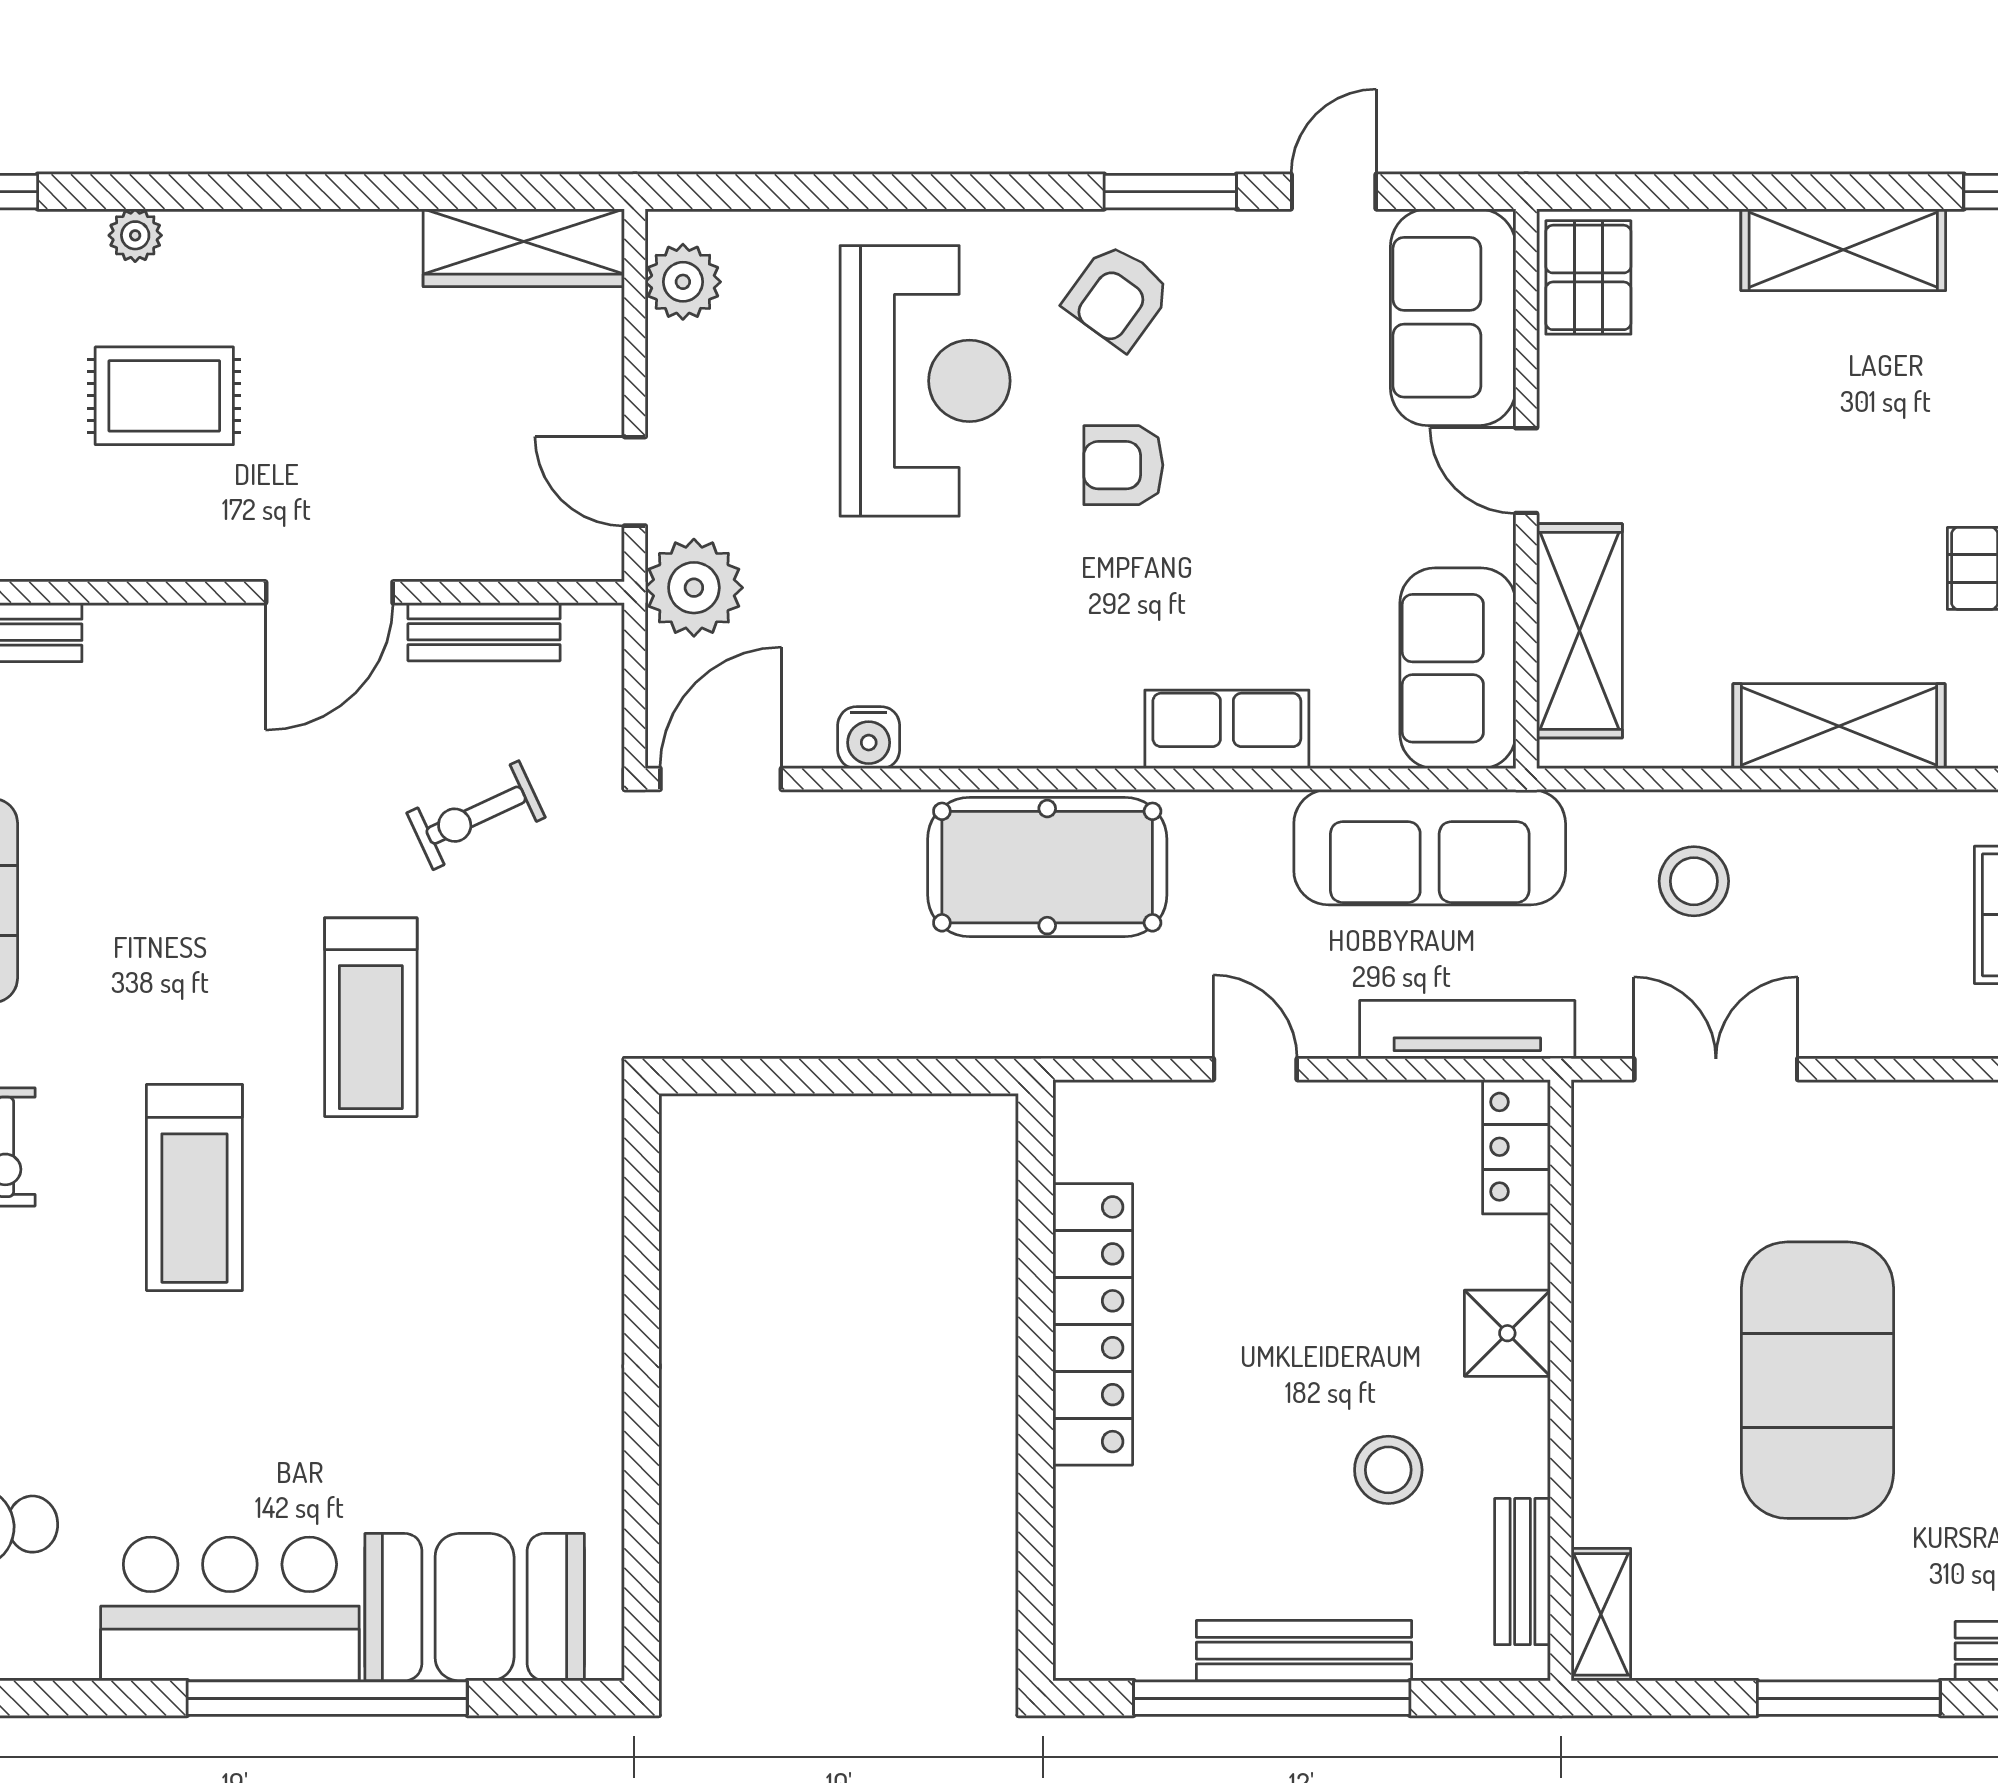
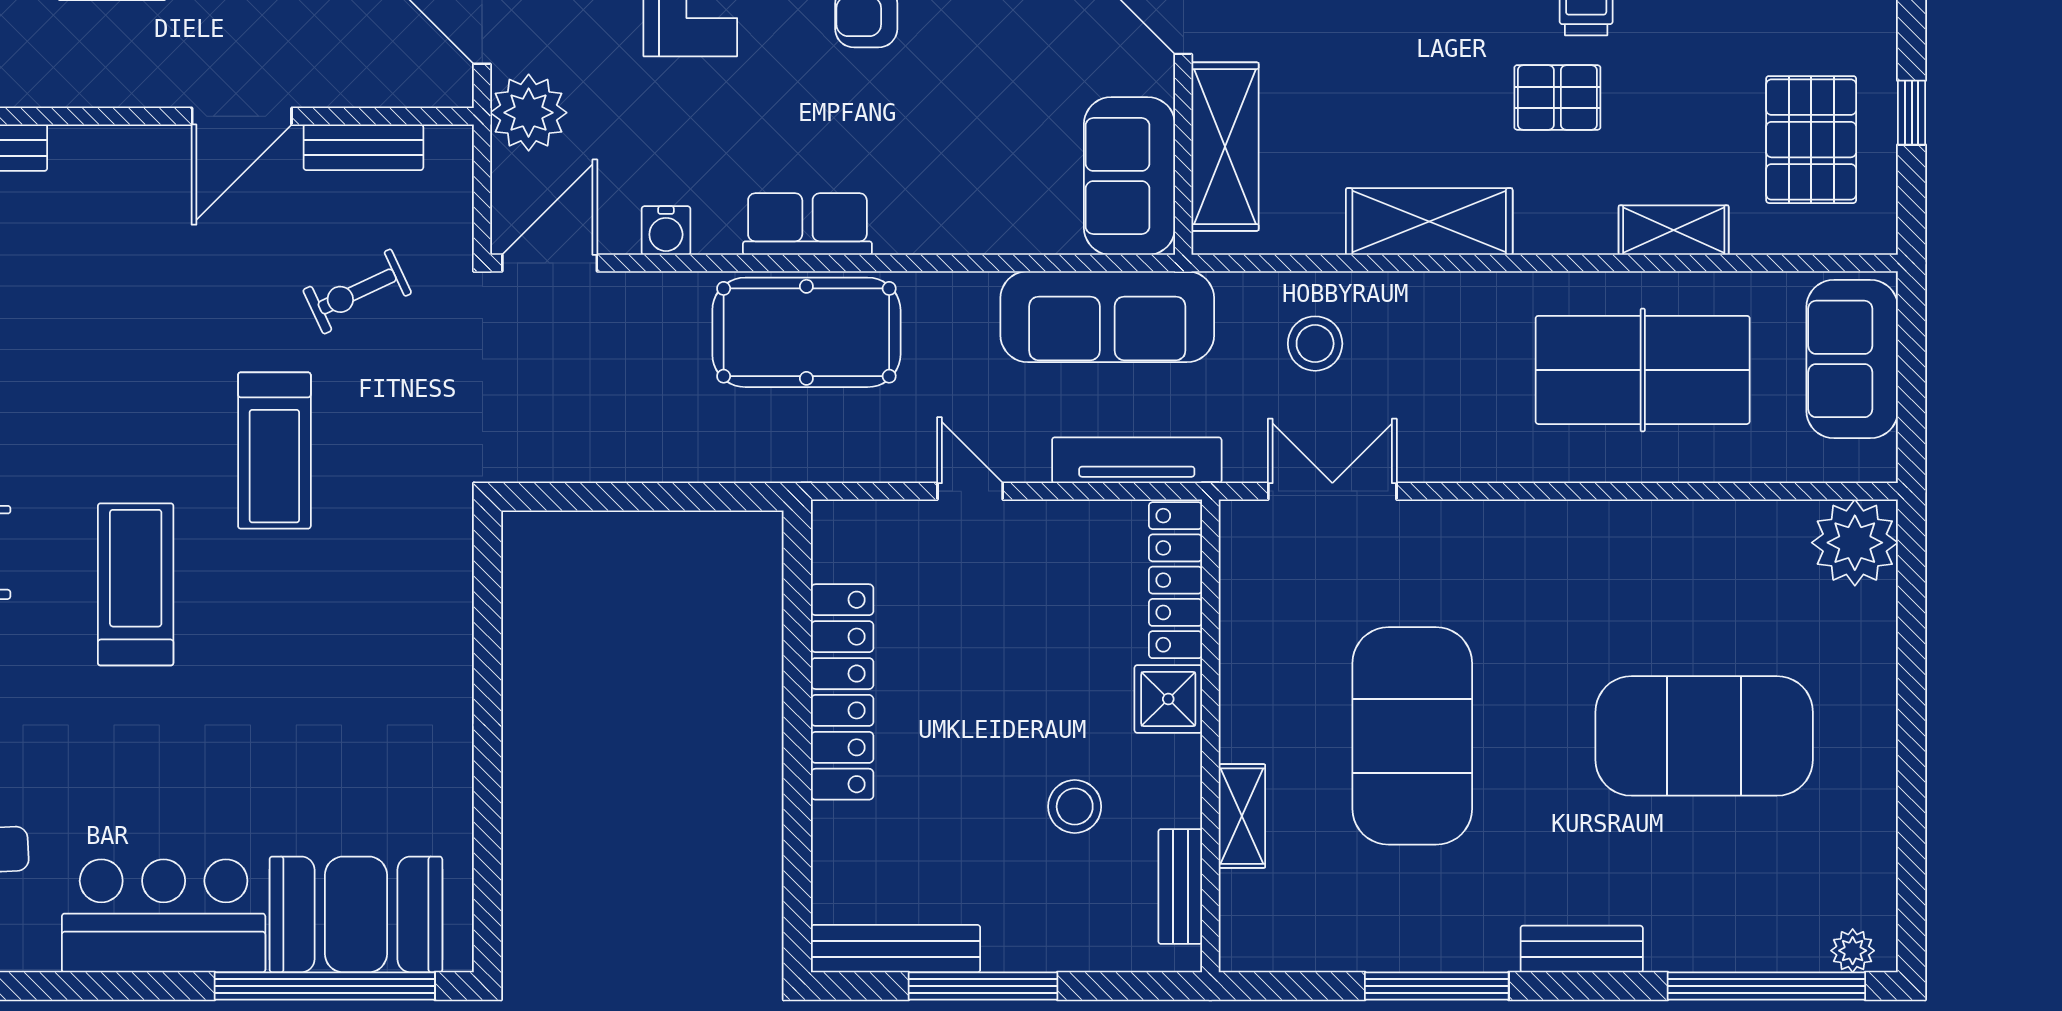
row of seats: (1227, 729) -> (807, 224), moved
locker: (1516, 1147) -> (1175, 580), width x1.53
treadmill: (194, 1187) -> (136, 584), turned 180
shelving: (1601, 1614) -> (1242, 816), moved
bench: (1304, 1651) -> (896, 949), moved
window: (327, 1698) -> (325, 986), moved
window: (1272, 1698) -> (983, 986), width x0.68

